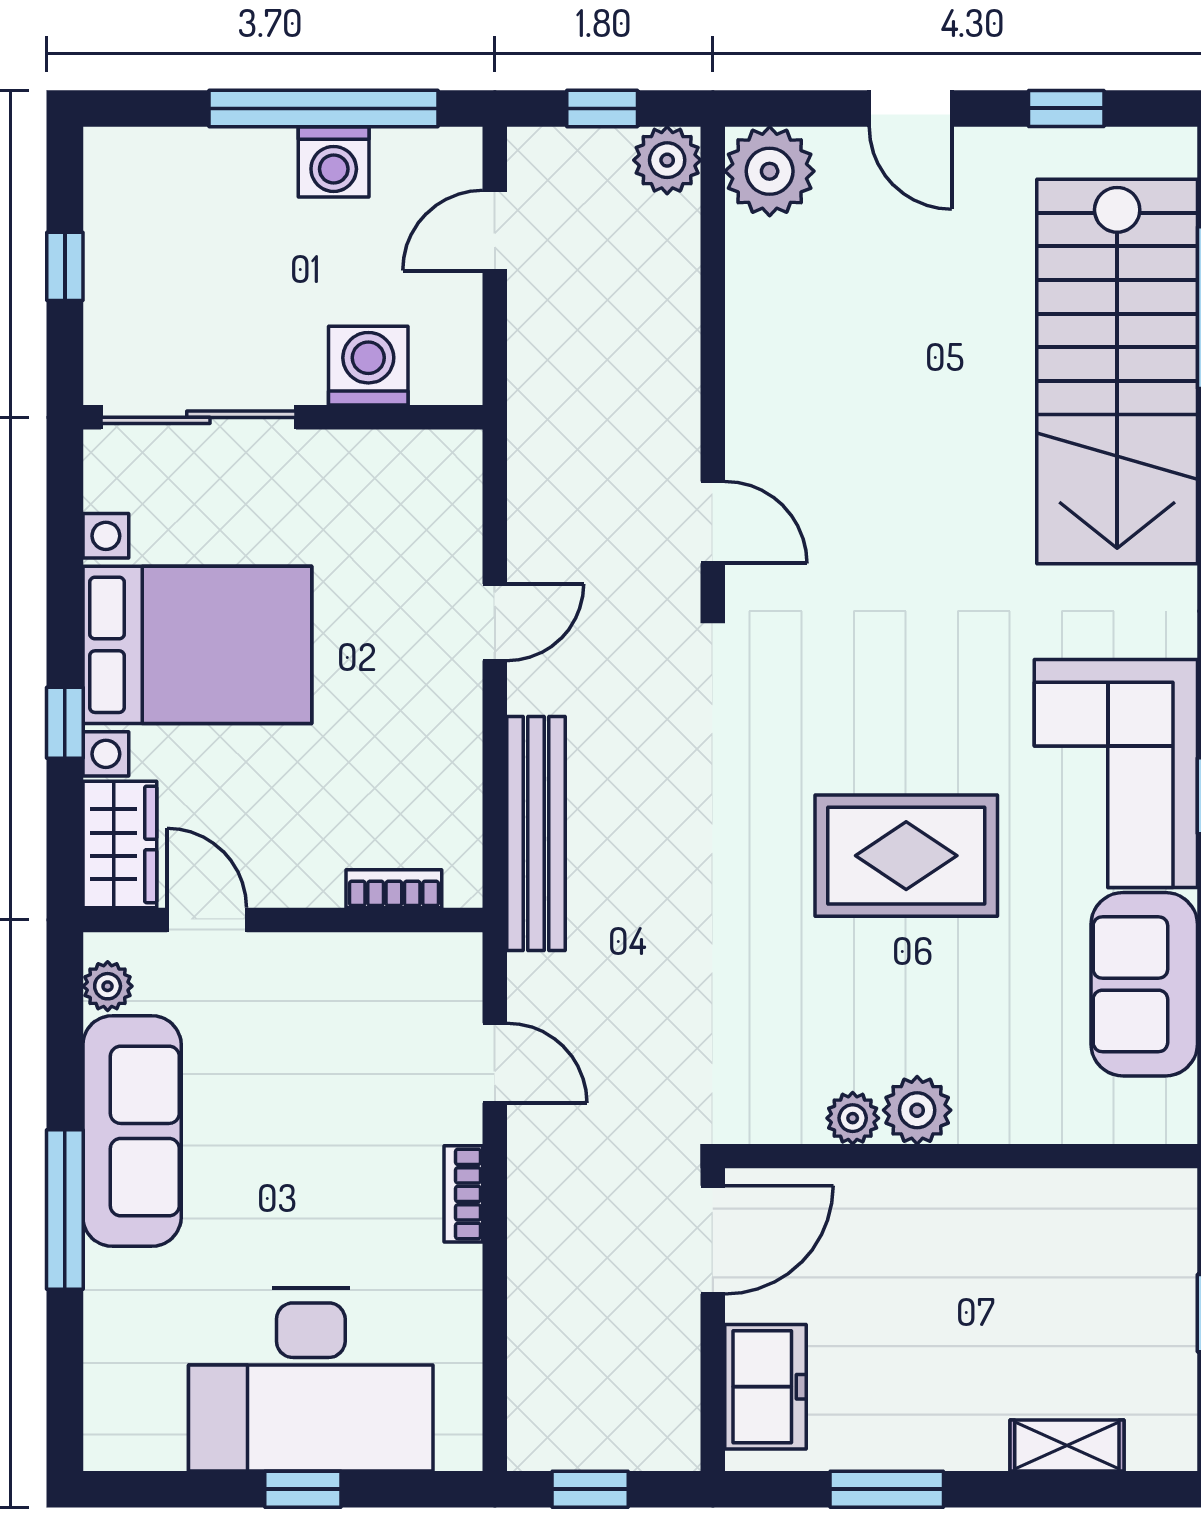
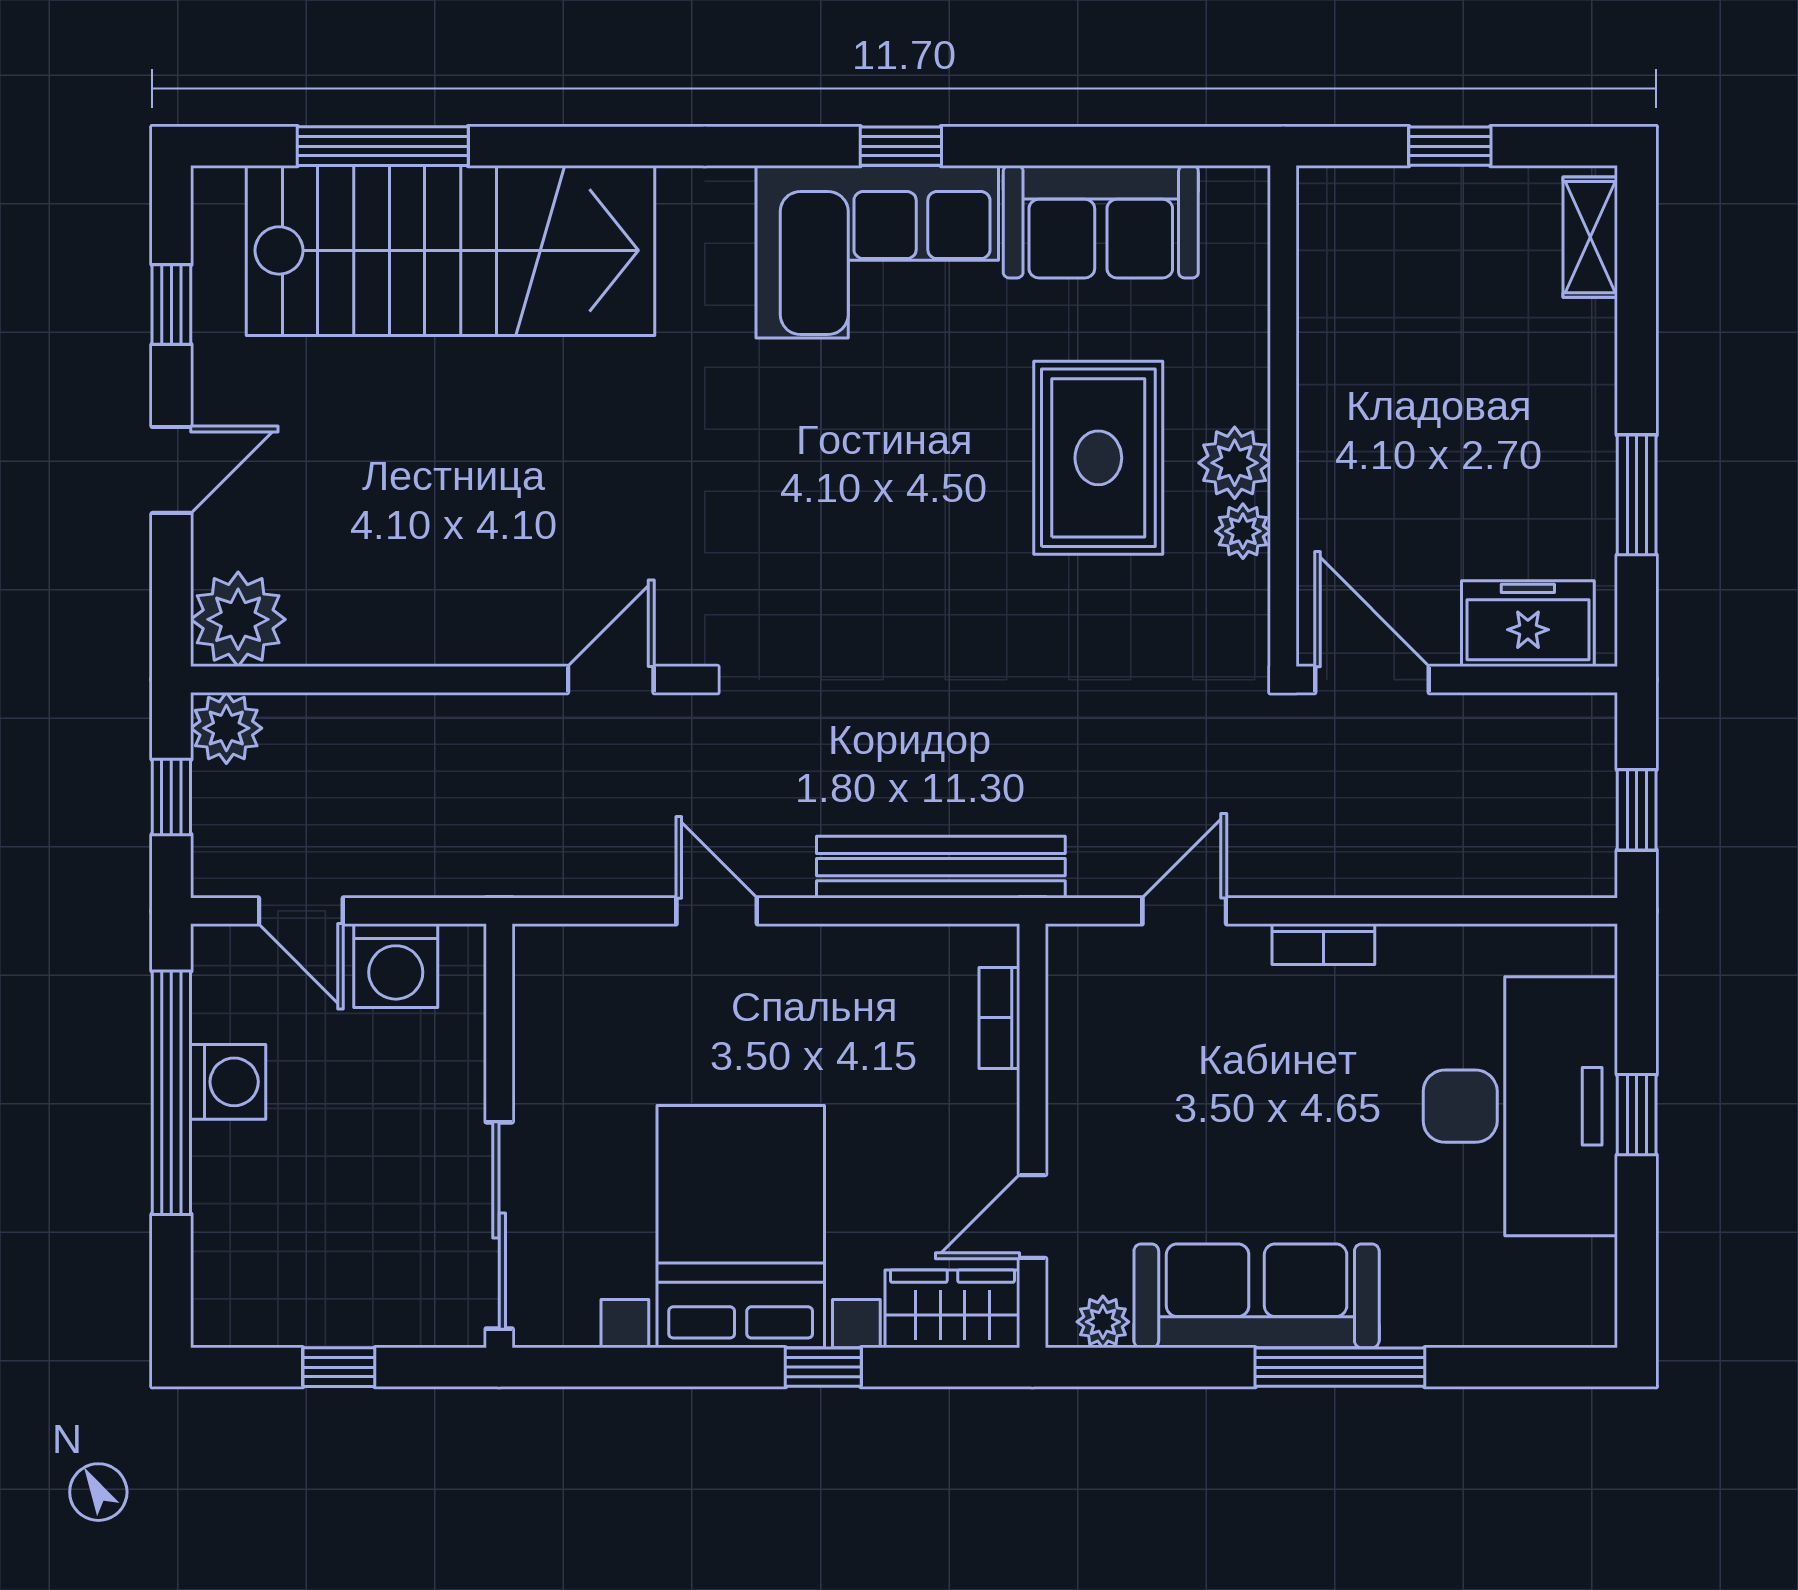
washing machine: (368, 366) -> (396, 966), moved, turned -90
rug: (906, 856) -> (1098, 458), moved
shelving: (1067, 1445) -> (1590, 237), moved

